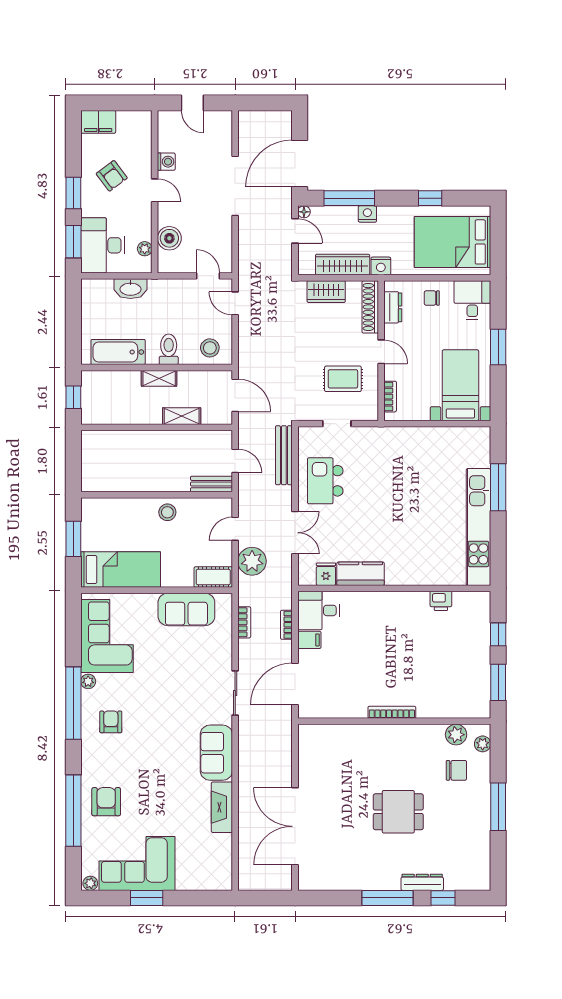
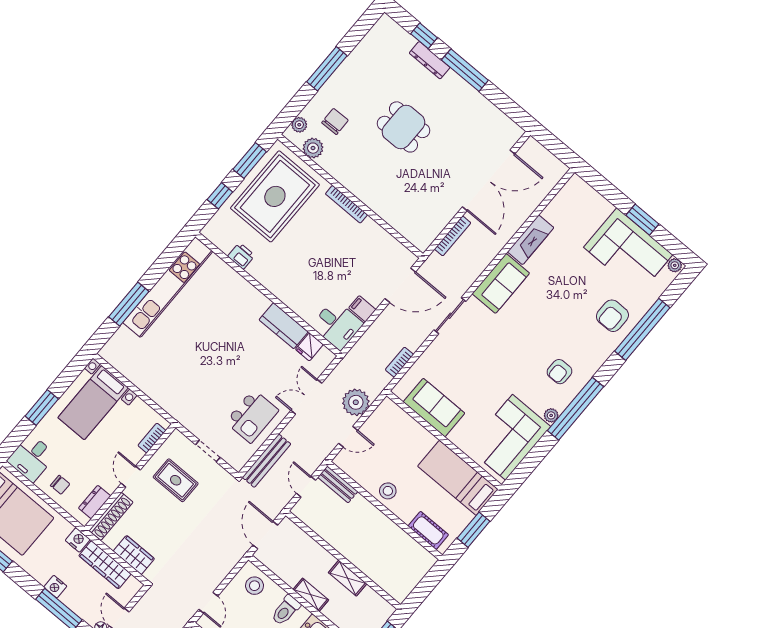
shelving: (182, 416) -> (348, 578), moved
cot: (213, 577) -> (428, 530), moved
bookcase: (286, 625) -> (453, 236), moved, width x1.56
rug: (454, 671) -> (275, 196), added
chair: (456, 770) -> (335, 121), turned 89

